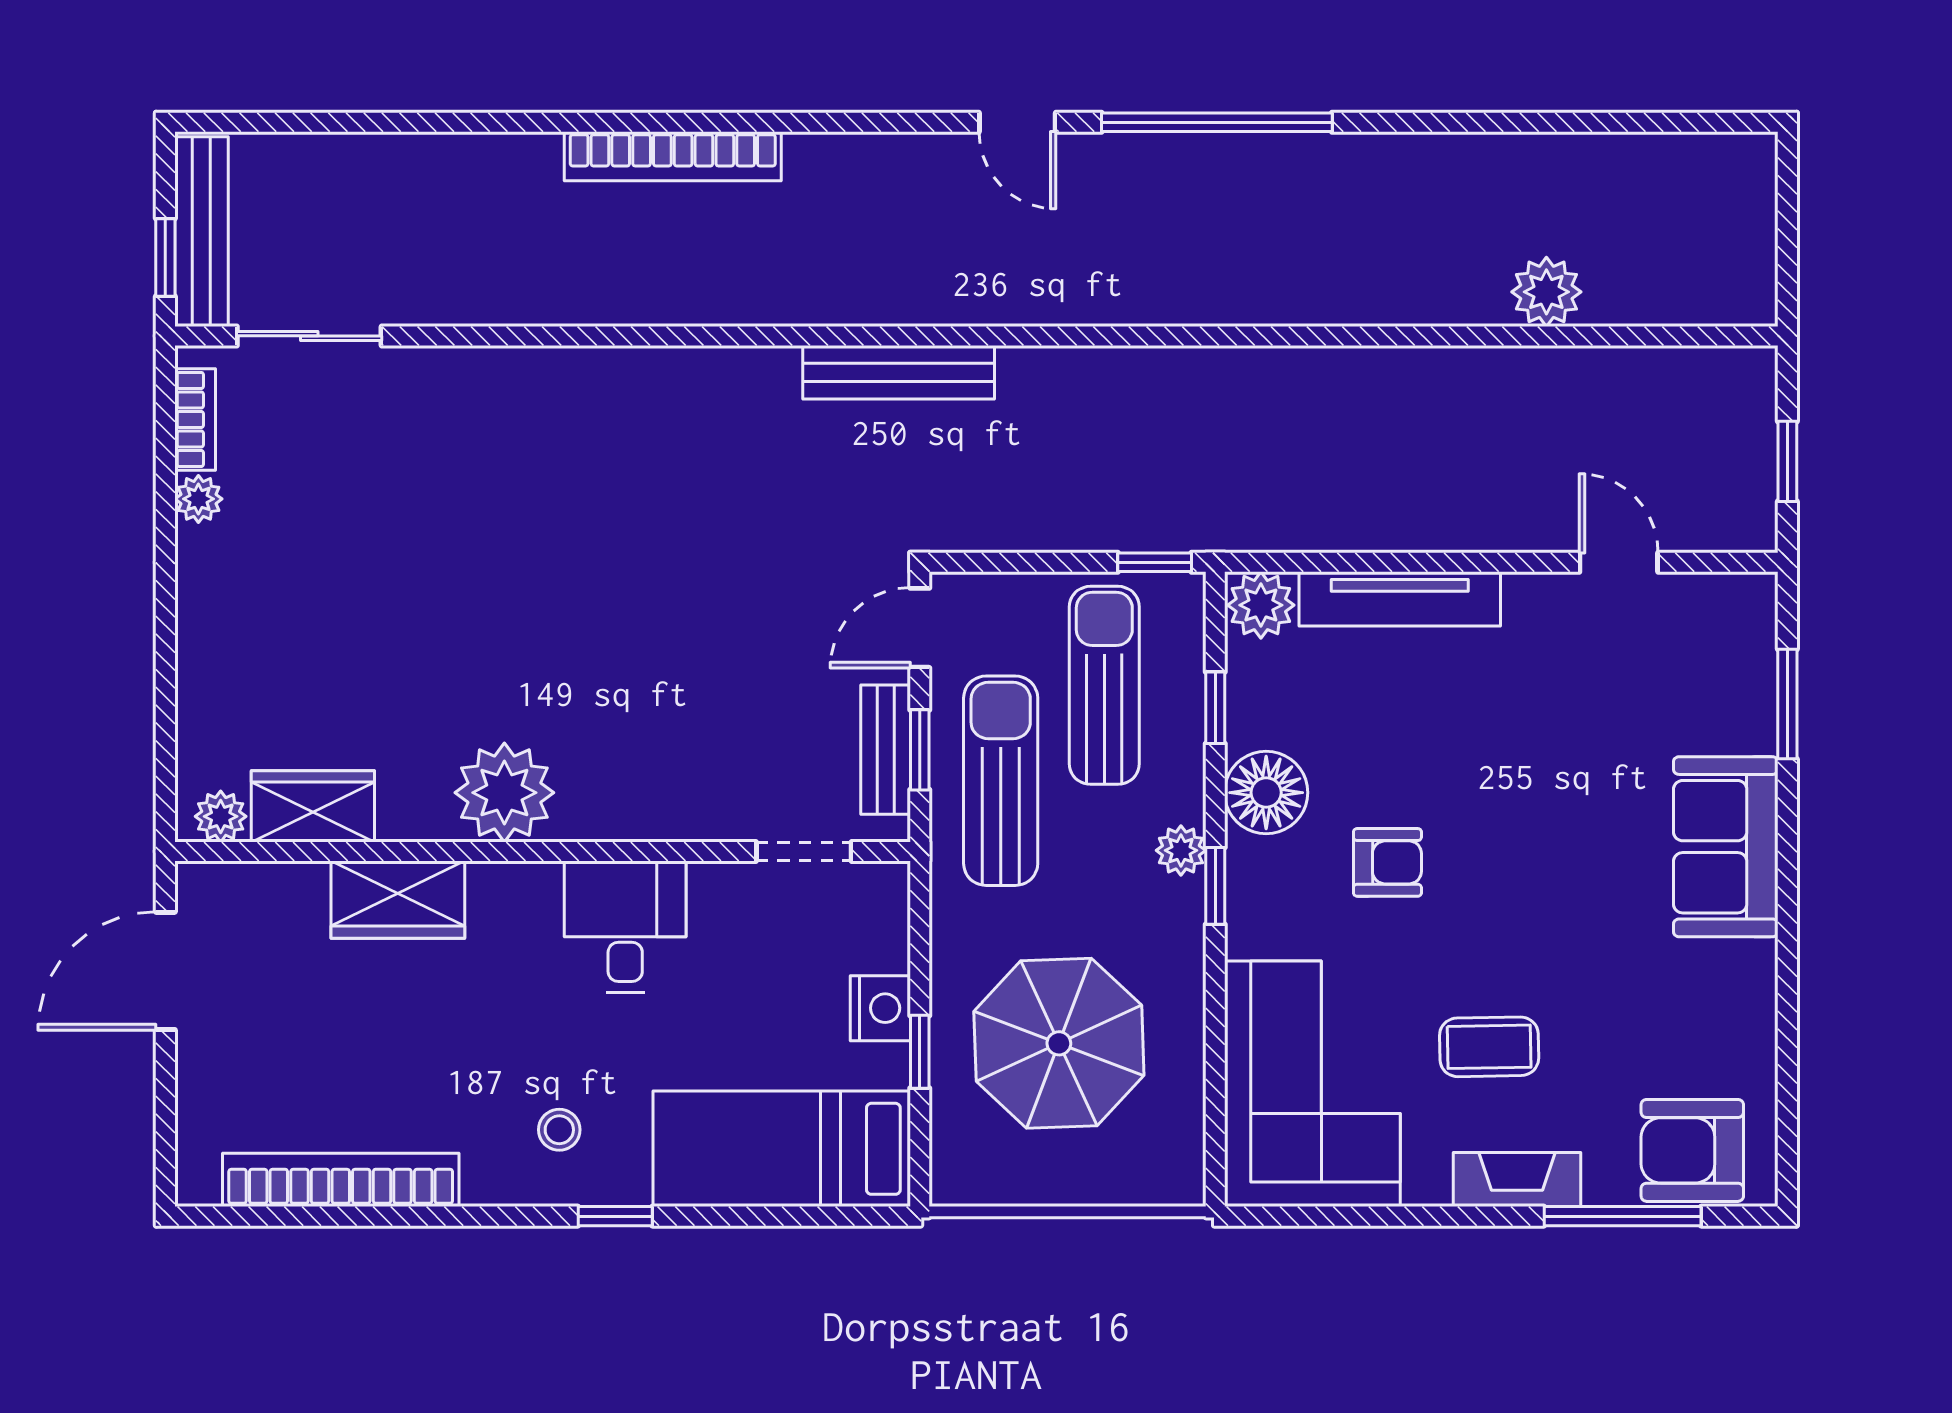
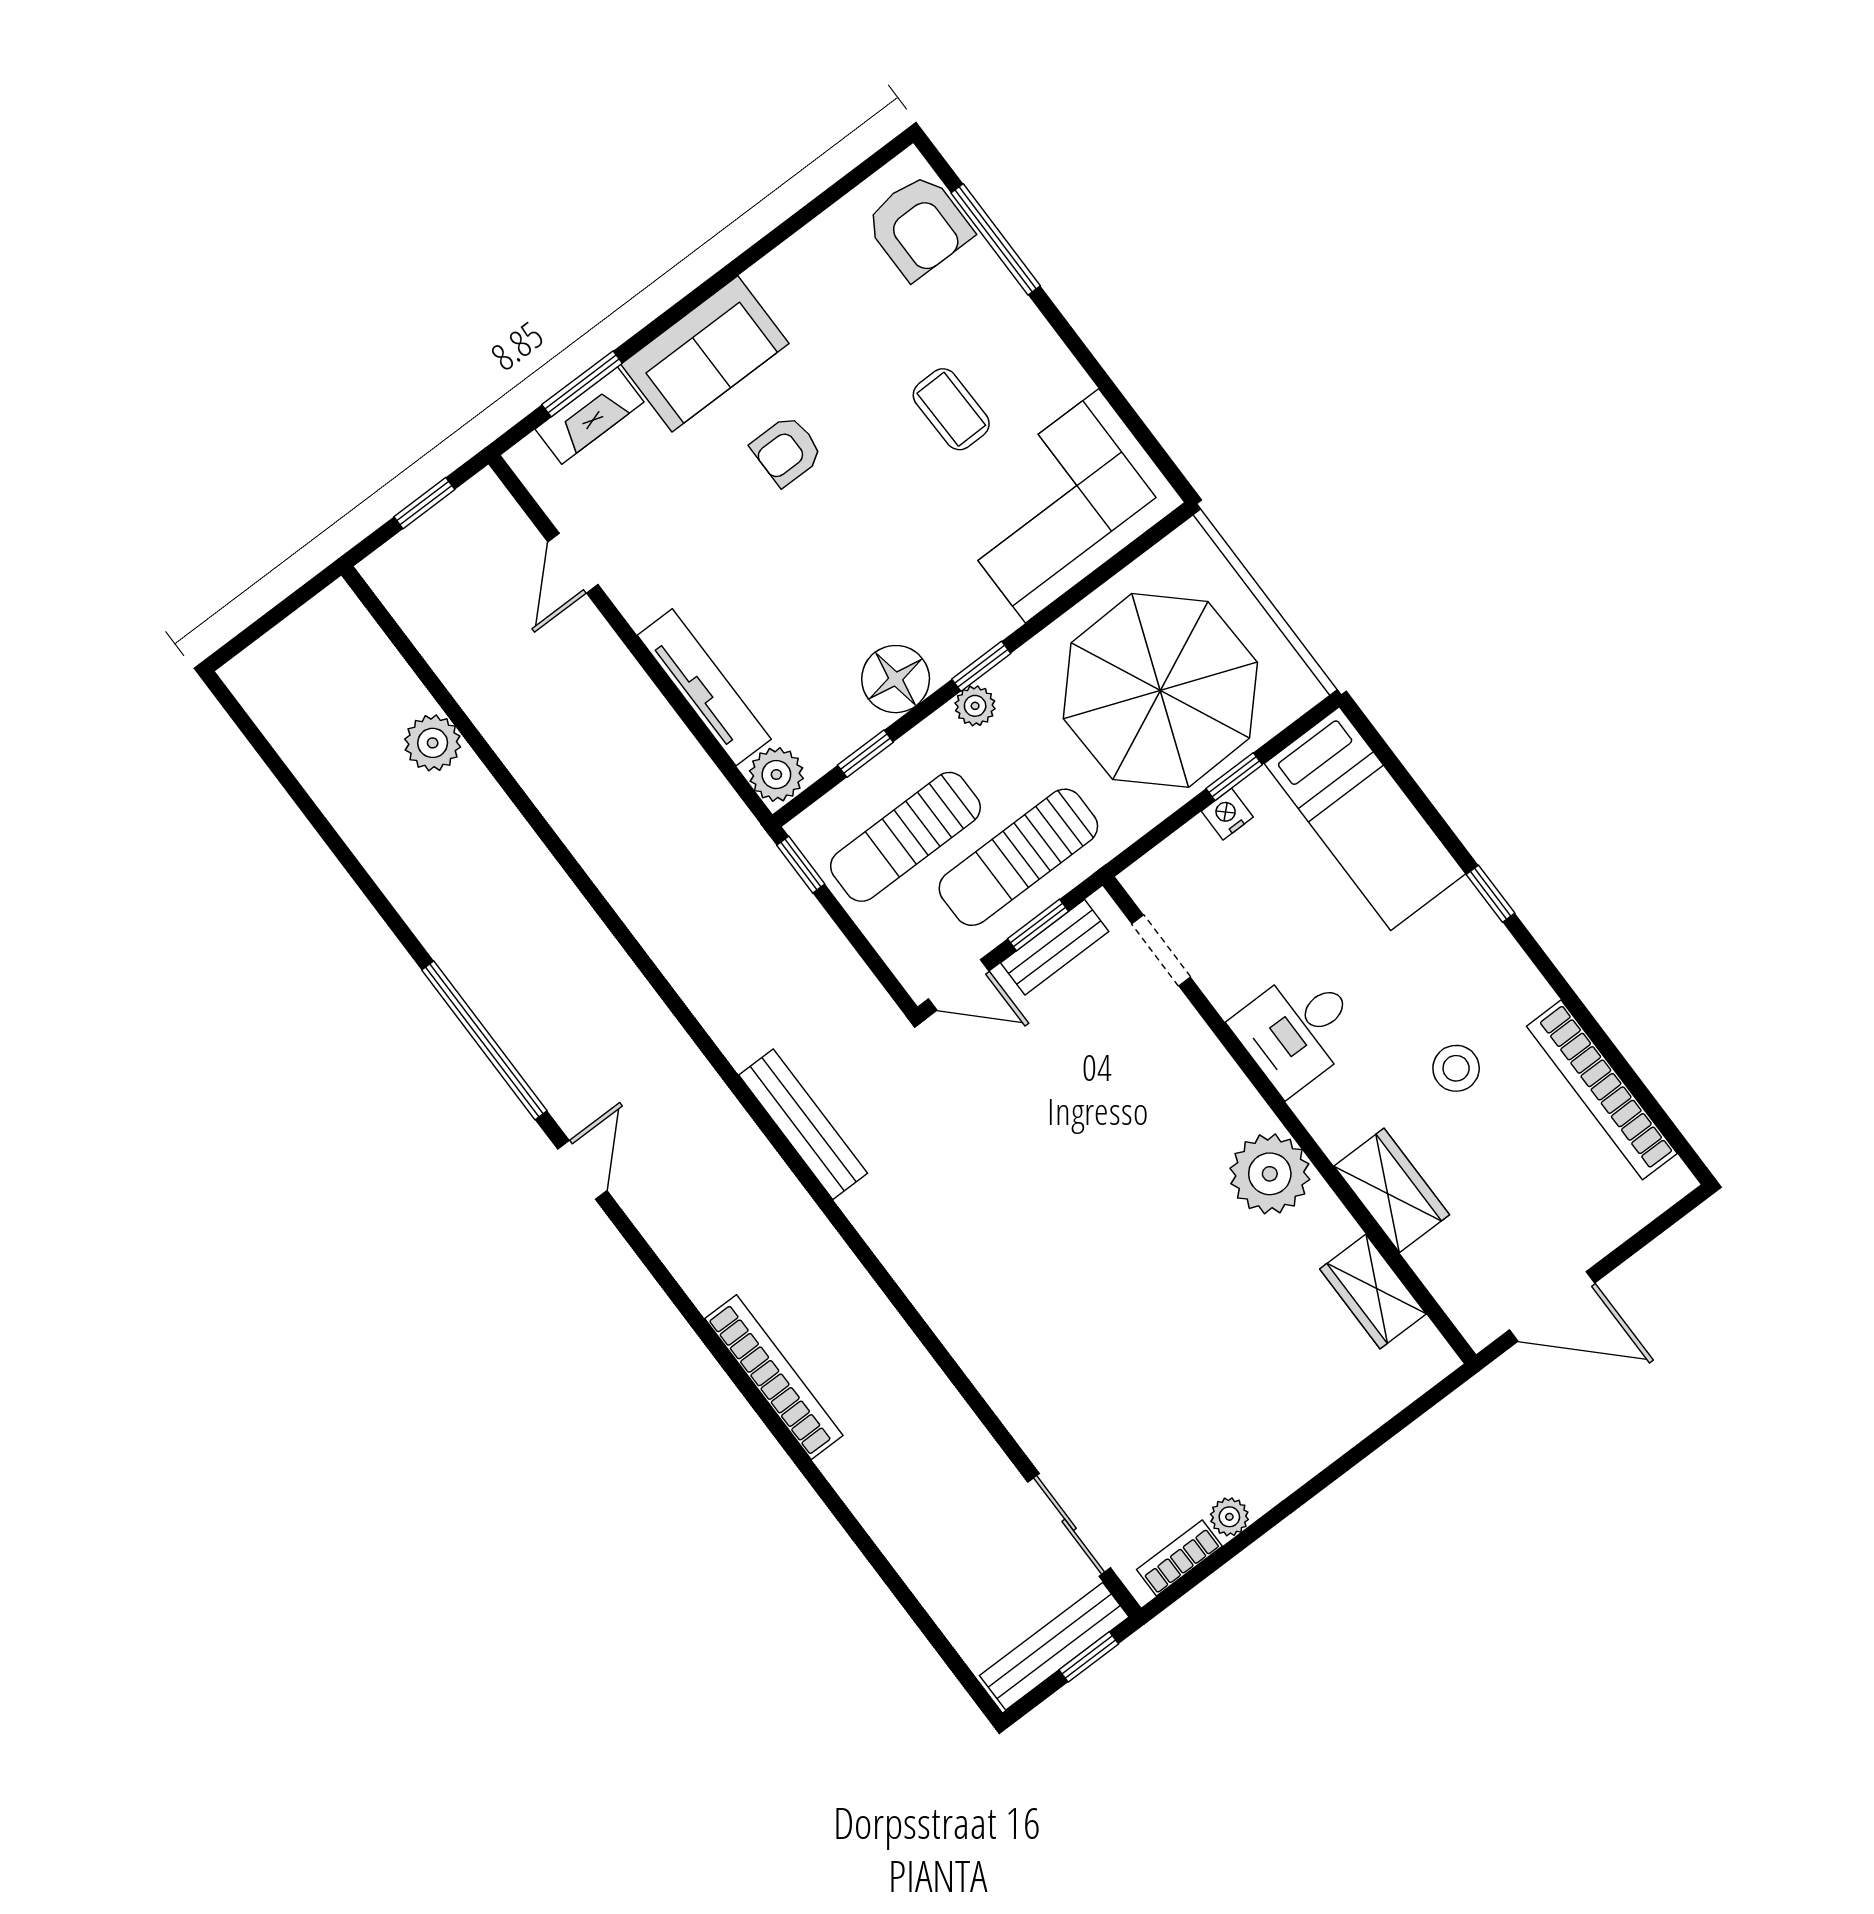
plant: (221, 816) -> (1425, 1346), removed
armchair: (1387, 862) -> (787, 451), moved, turned -90
nightstand: (880, 1008) -> (1227, 814), width x0.72, depth x0.74
parasol: (1059, 1043) -> (1160, 690), width x1.36, depth x1.36
stool: (559, 1130) -> (1456, 1068), moved, width x1.37, depth x1.37
fireplace: (1517, 1180) -> (590, 416), moved, turned -90

